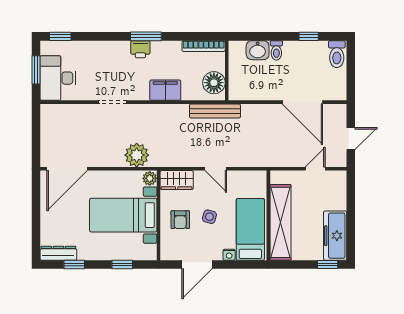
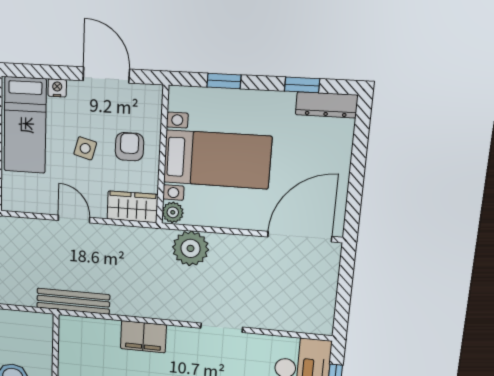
floor lamp: (214, 83) -> (74, 340), removed
door: (197, 265) -> (106, 75), hinge flipped

